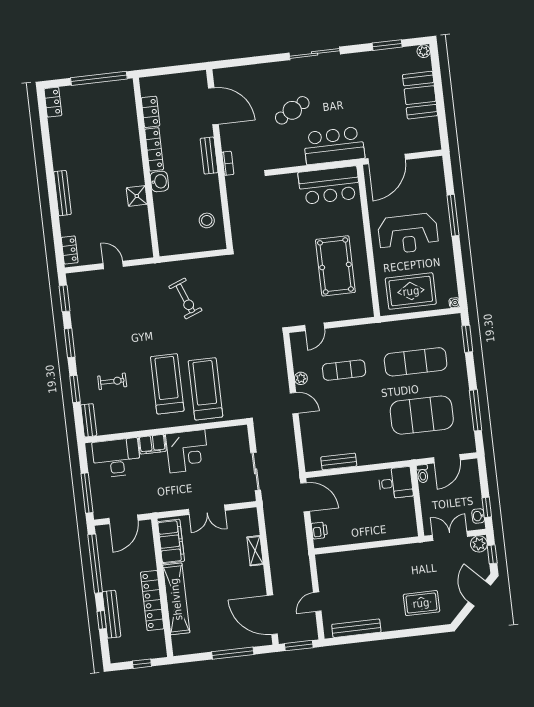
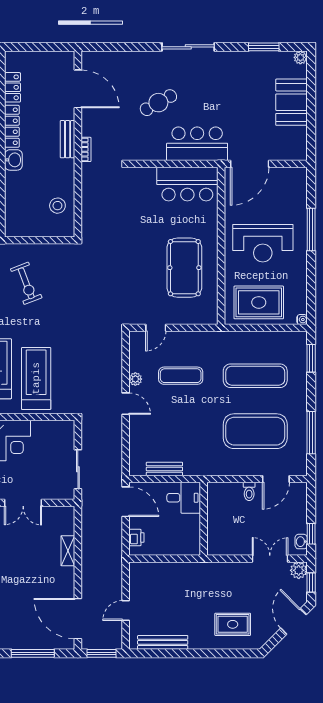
desk: (396, 483) -> (184, 498), moved
wall: (417, 501) -> (204, 519), moved

